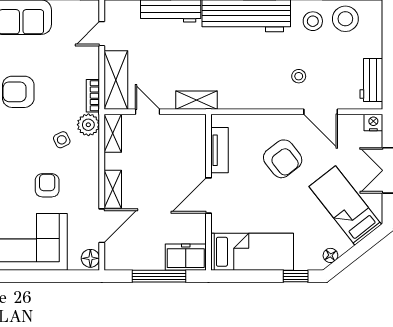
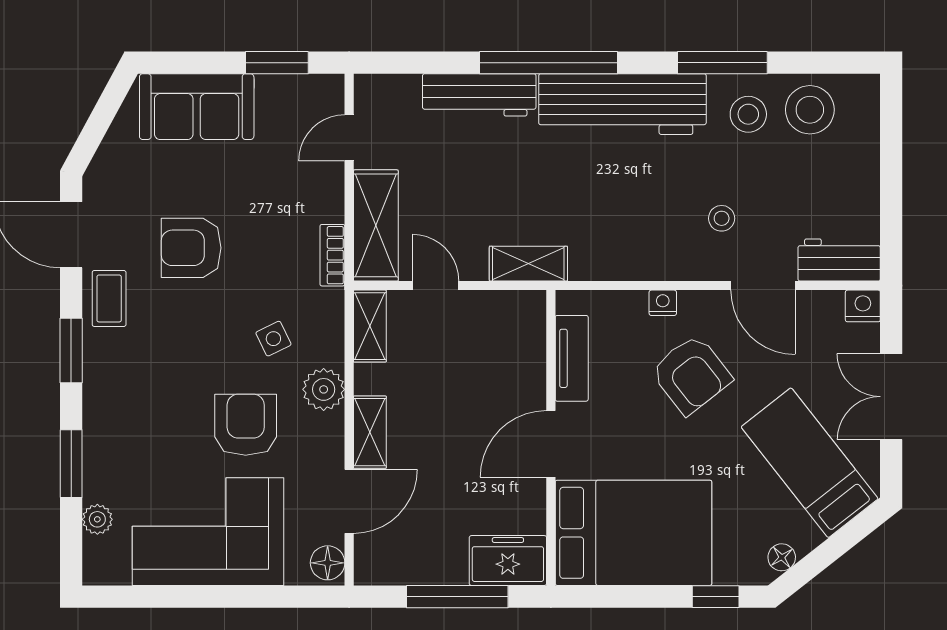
workbench: (371, 80) -> (839, 260), moved, turned 90
nightstand: (268, 121) -> (663, 303), added
plant: (88, 125) -> (324, 389), moved
armchair: (47, 185) -> (246, 425), width x1.38, depth x1.38
bed: (252, 252) -> (633, 533), width x1.50

